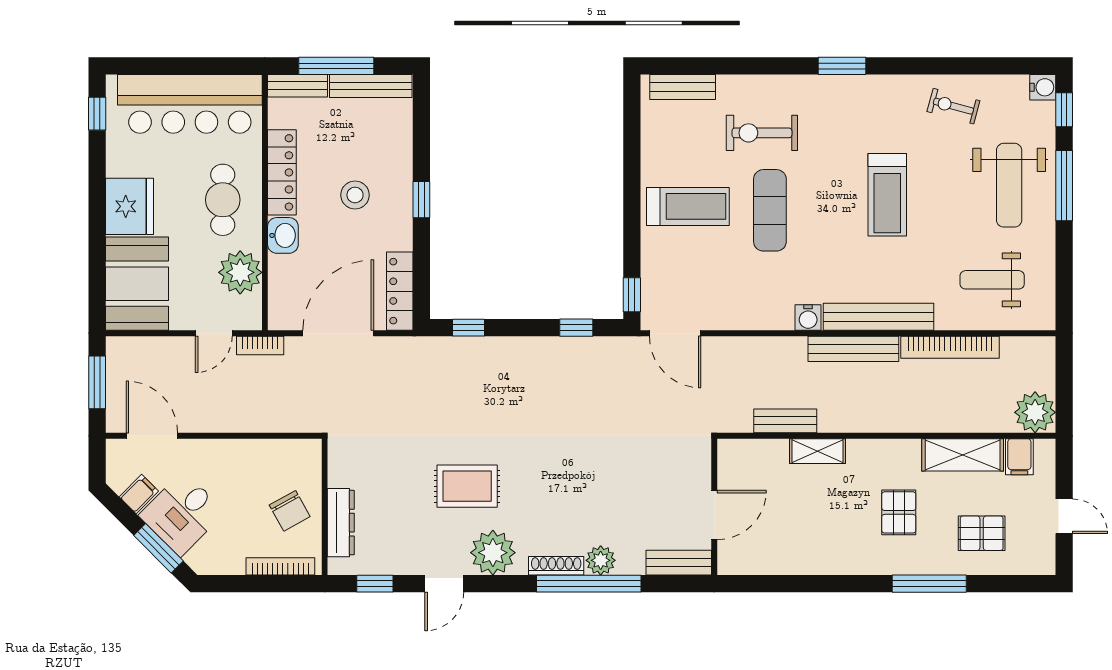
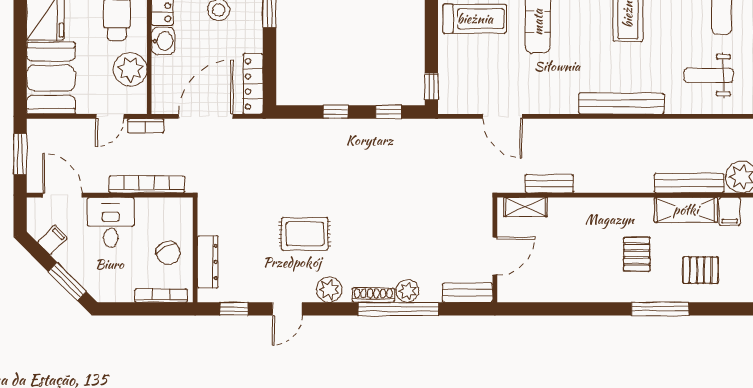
water cooler: (808, 318) -> (567, 104), removed
window: (469, 328) -> (336, 112), moved
door: (675, 333) -> (502, 116), moved
bookcase: (950, 347) -> (147, 184), moved, turned 180
bench: (853, 349) -> (689, 183), moved
shelving: (817, 451) -> (526, 207), moved
desk: (182, 514) -> (111, 222), moved, turned 135
plant: (493, 553) -> (329, 290), width x0.73, depth x0.73

